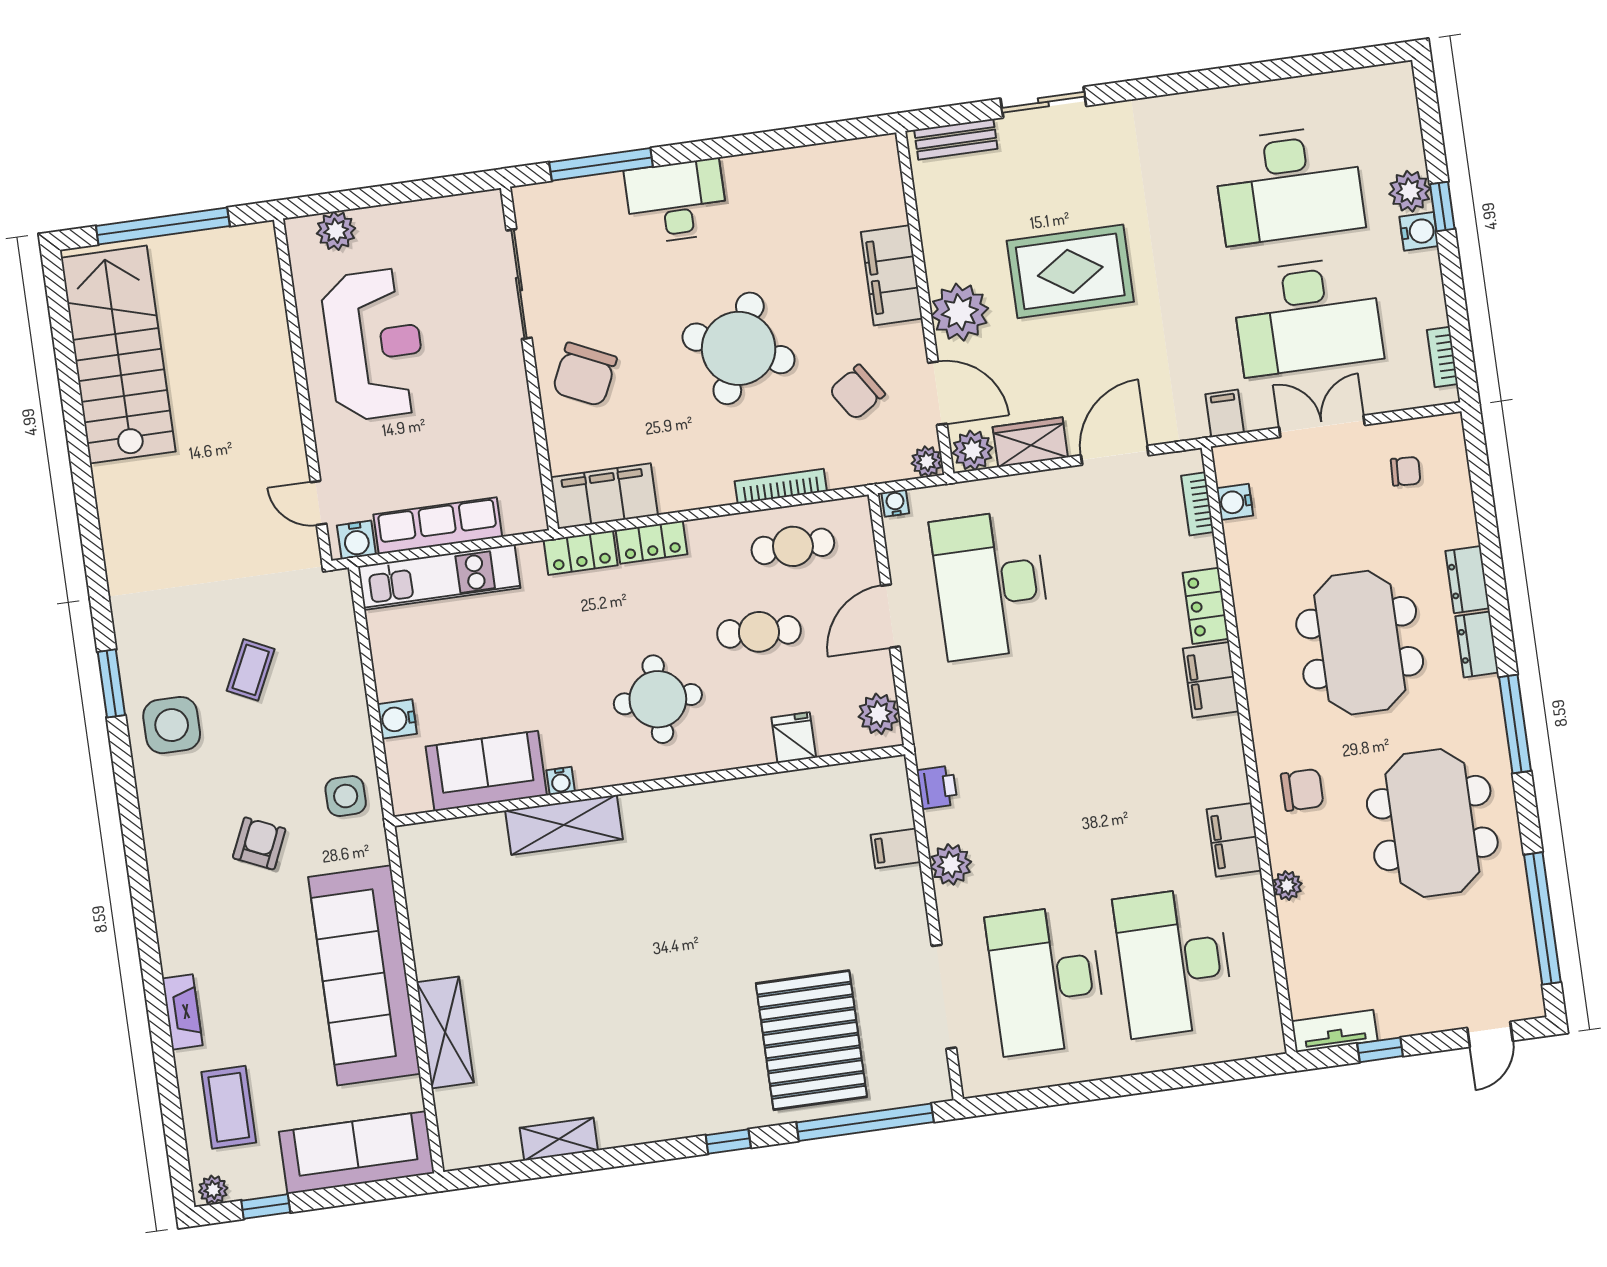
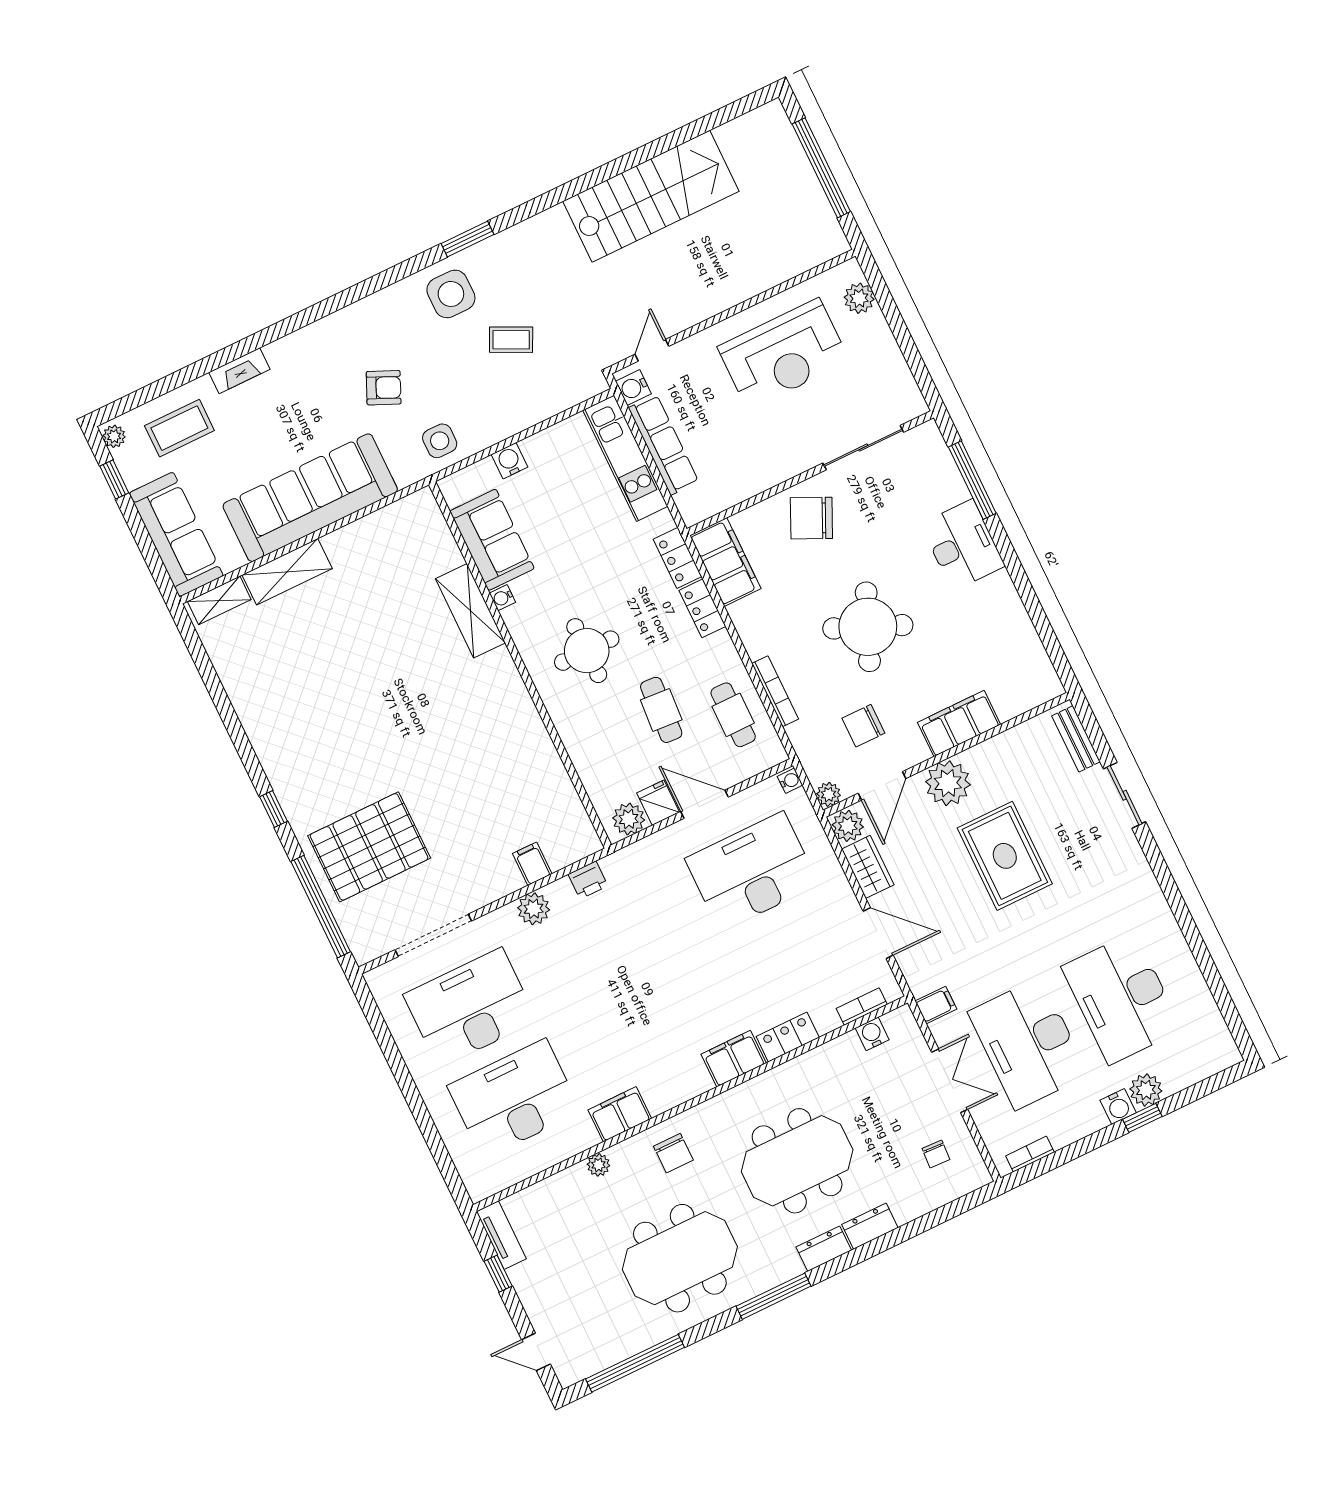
stairs: (118, 355) -> (651, 196), moved
chair: (857, 392) -> (863, 726), turned -57
fridge: (794, 738) -> (658, 803), moved, turned -90
shelving: (559, 1139) -> (219, 600), moved, turned 90

